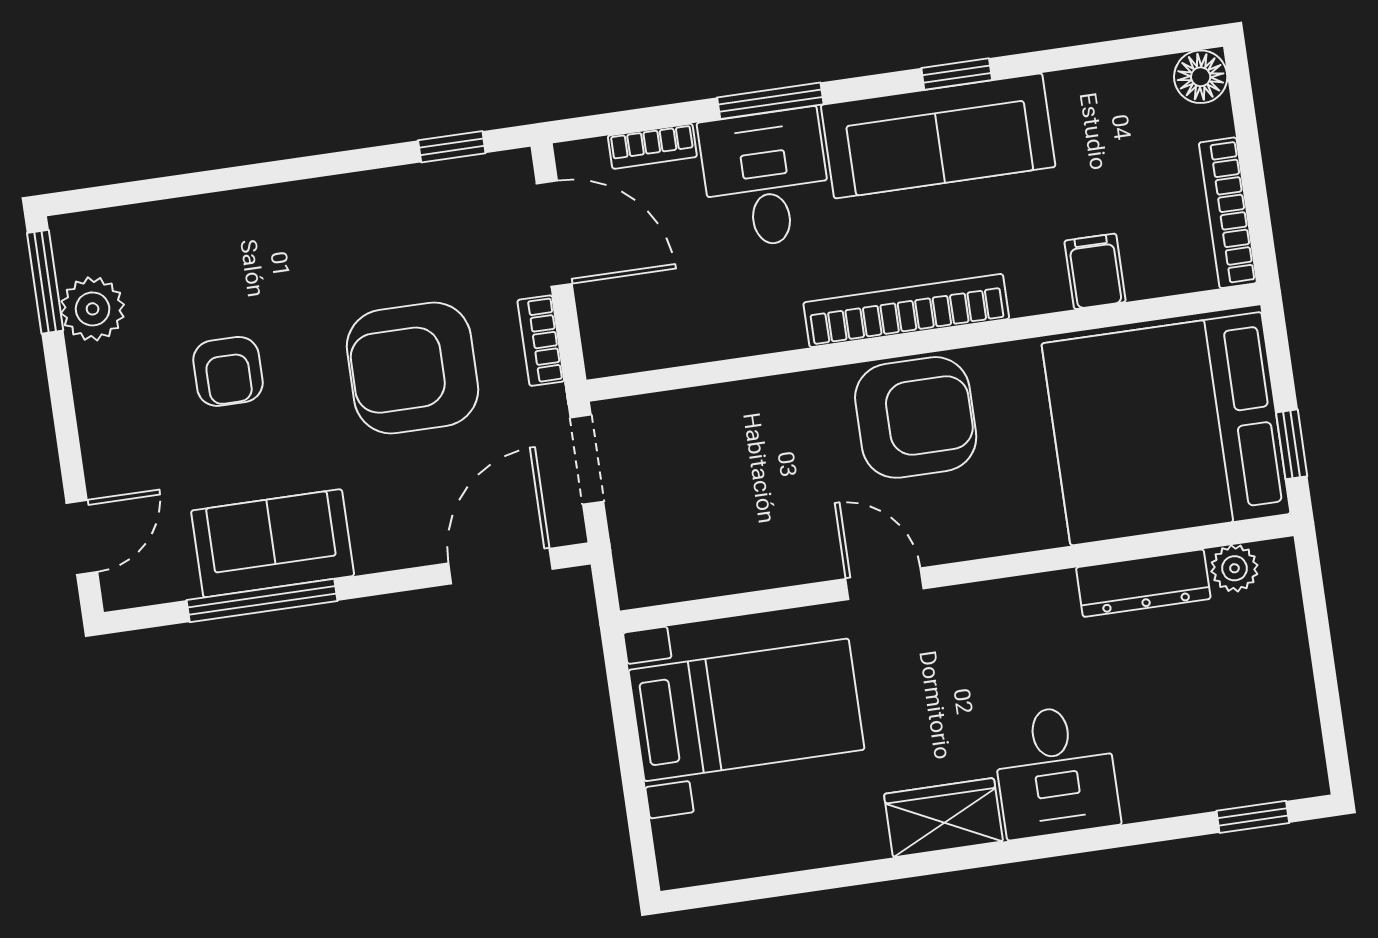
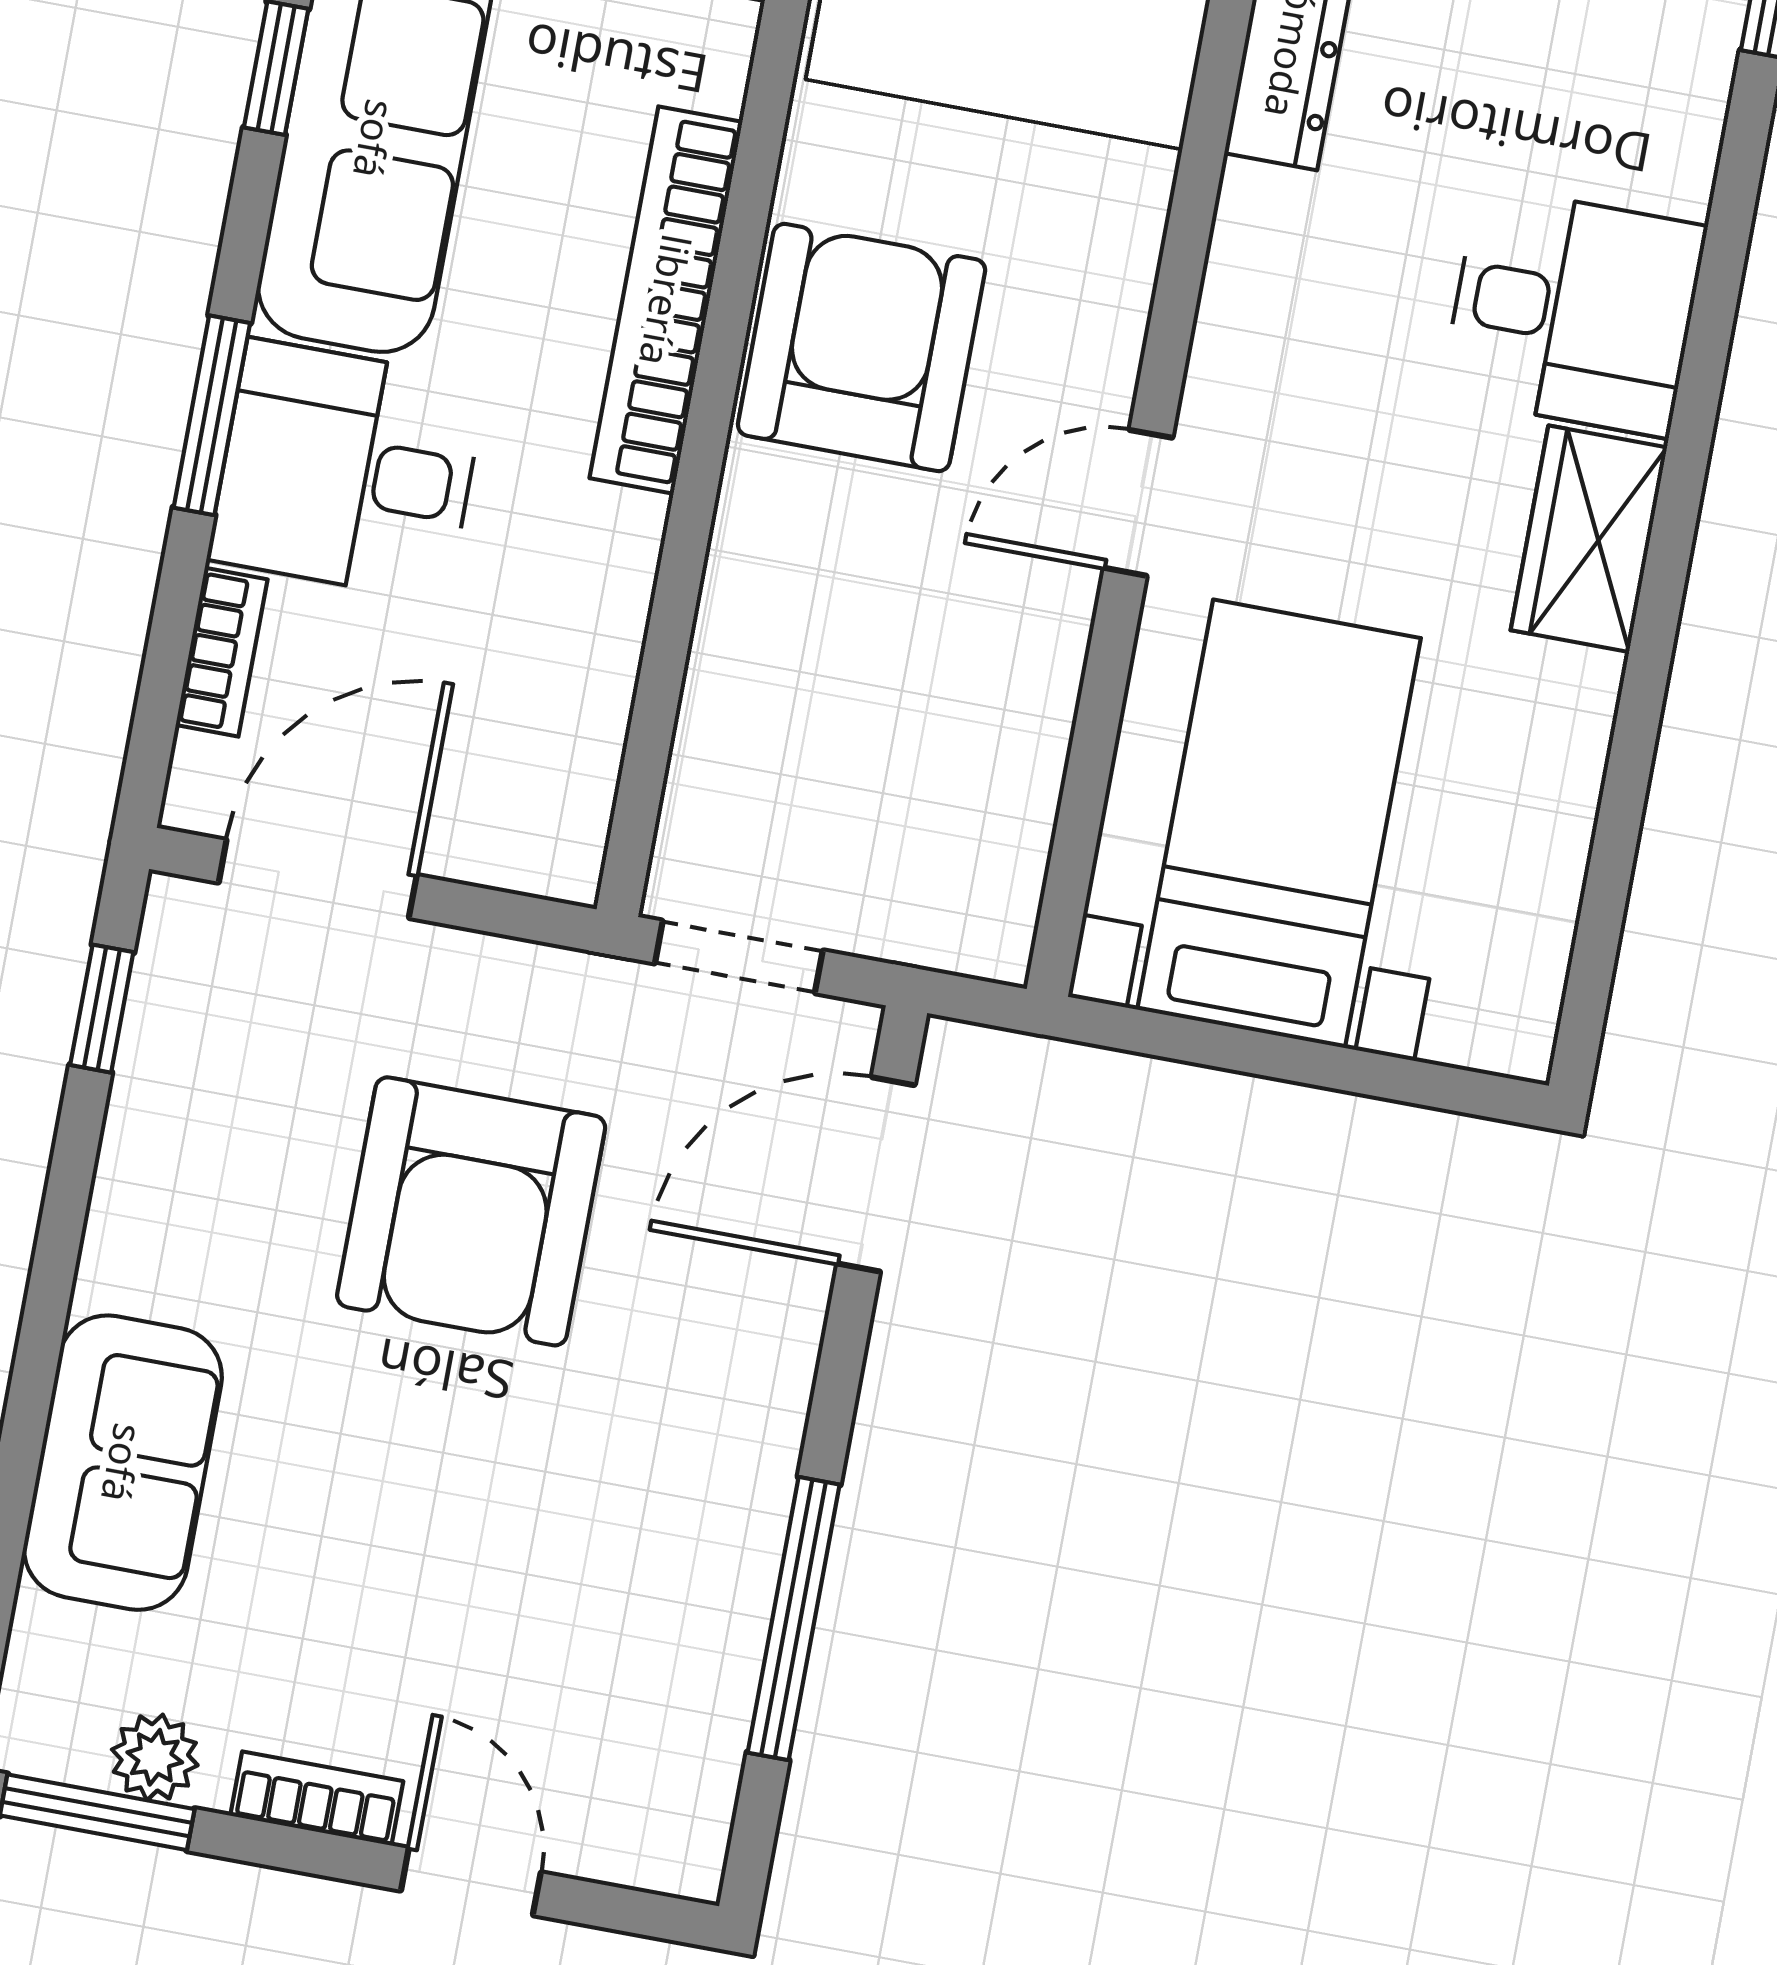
plant: (93, 309) -> (155, 1757), width x0.73, depth x0.73
bookcase: (541, 341) -> (317, 1798), moved, turned 180
armchair: (228, 371) -> (366, 1541), removed
door: (82, 537) -> (471, 1882), moved
sofa: (273, 543) -> (123, 1463), moved, turned 180
door: (500, 566) -> (876, 1174), hinge flipped

